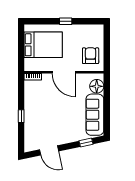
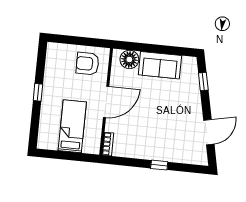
bed: (43, 45) -> (72, 126), width x0.67
sofa: (95, 115) -> (160, 65), width x0.73

